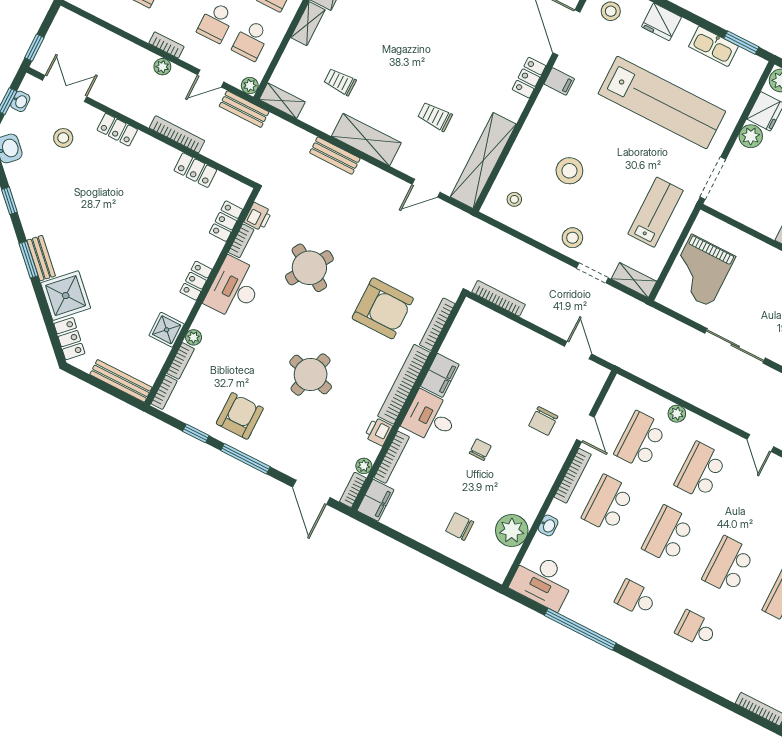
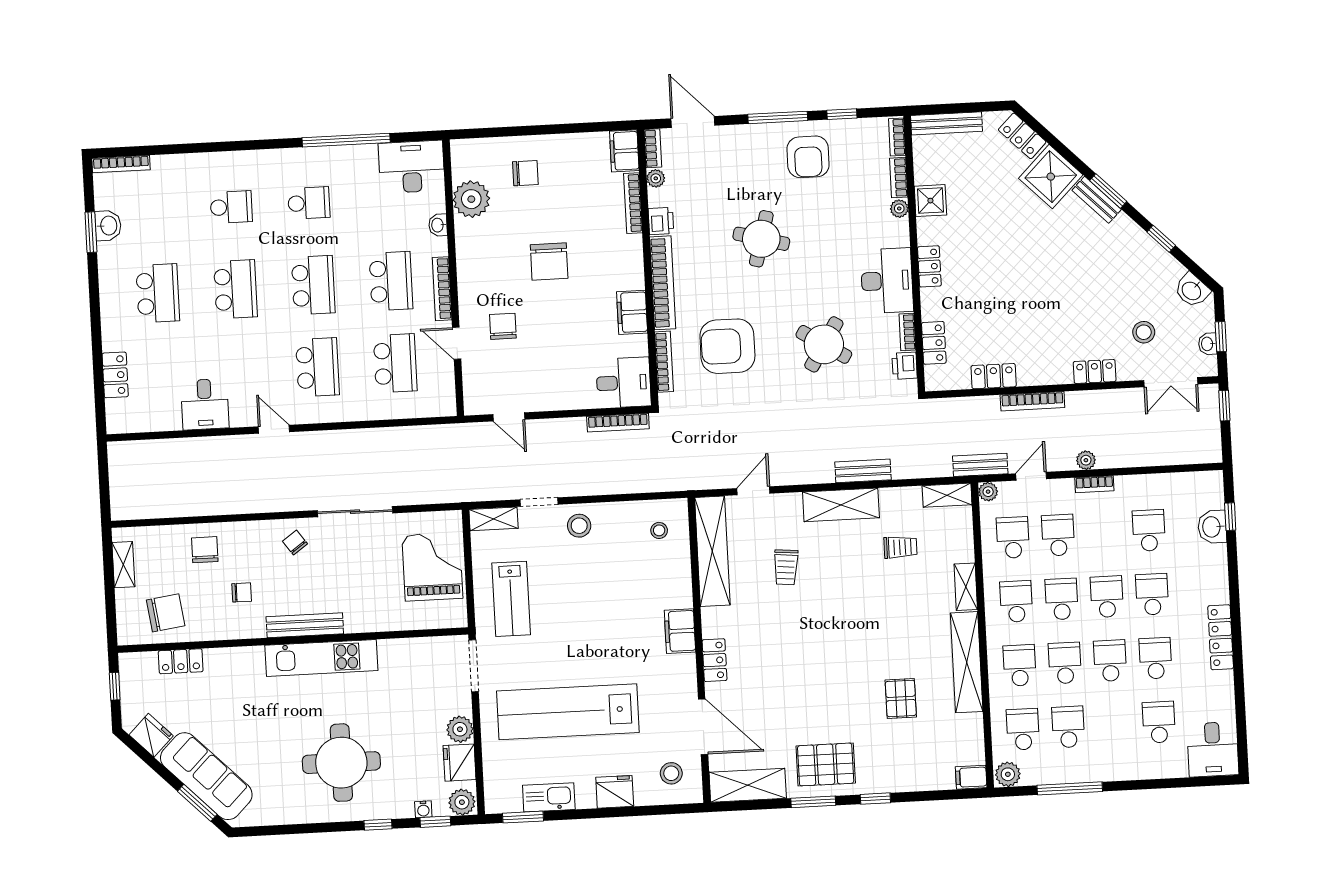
filing cabinet: (559, 81) -> (680, 631), moved, width x2.00
trolley: (435, 116) -> (786, 567), turned 95
stool: (569, 171) -> (621, 591), removed
plant: (677, 414) -> (374, 410), removed
desk: (430, 417) -> (623, 383), moved
chair: (480, 450) -> (549, 262), width x1.87, depth x1.87

